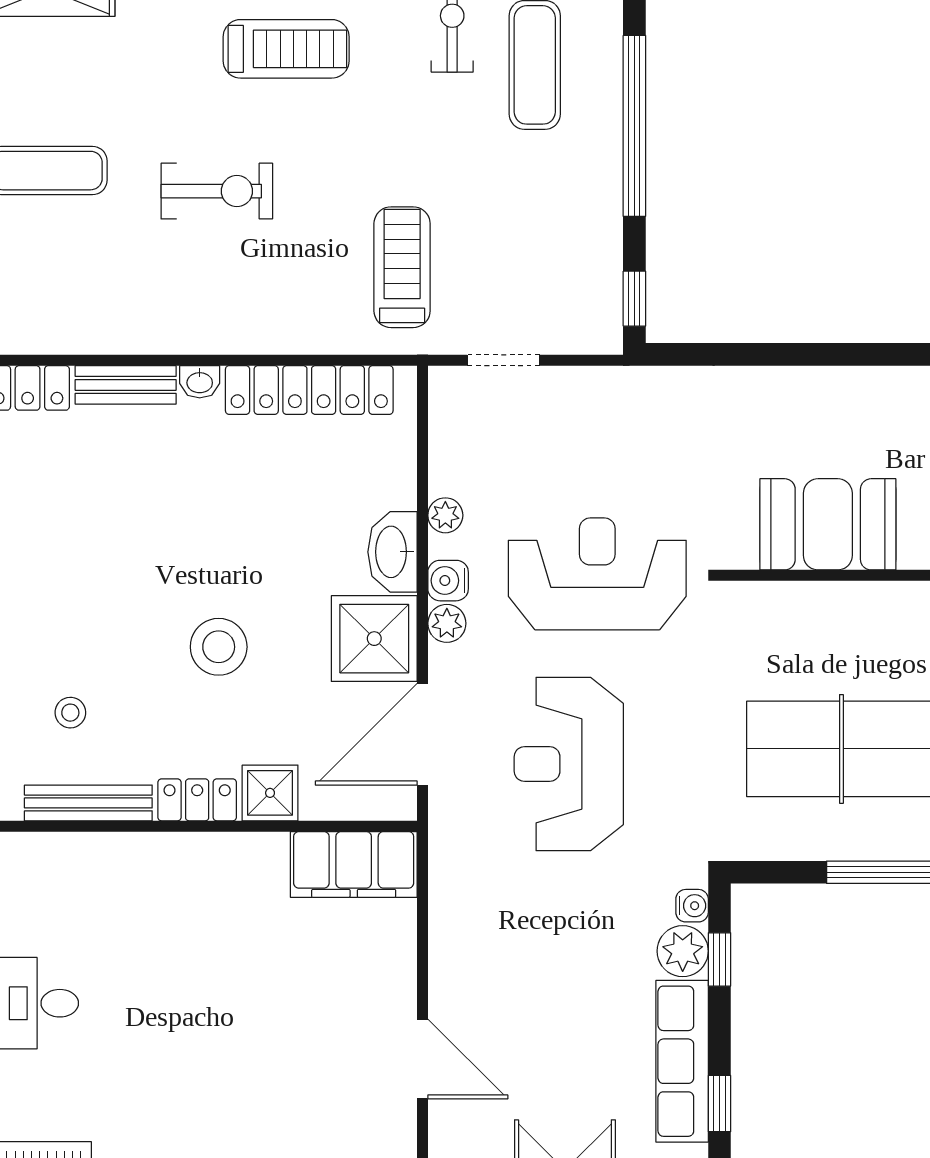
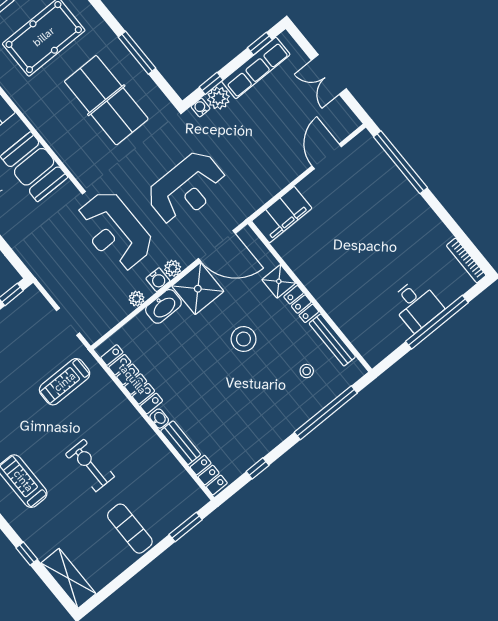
filing cabinet: (354, 864) -> (282, 215), moved, turned 90

